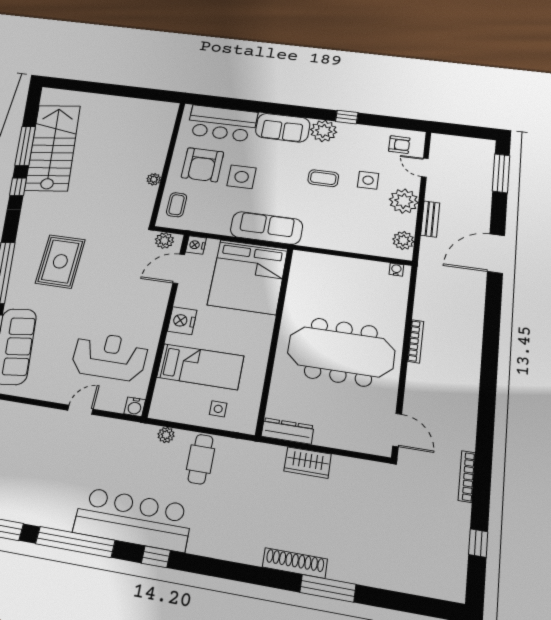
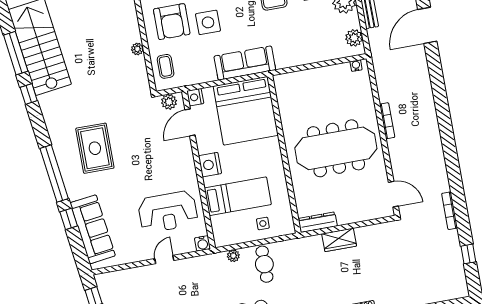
reception desk: (110, 356) -> (168, 212), turned 180

